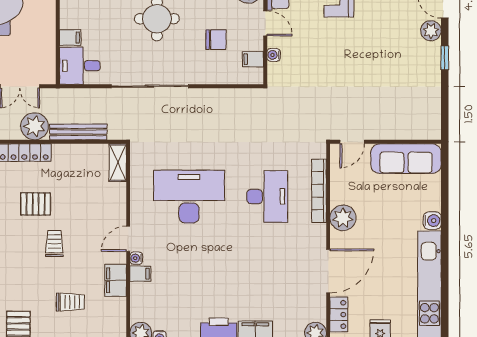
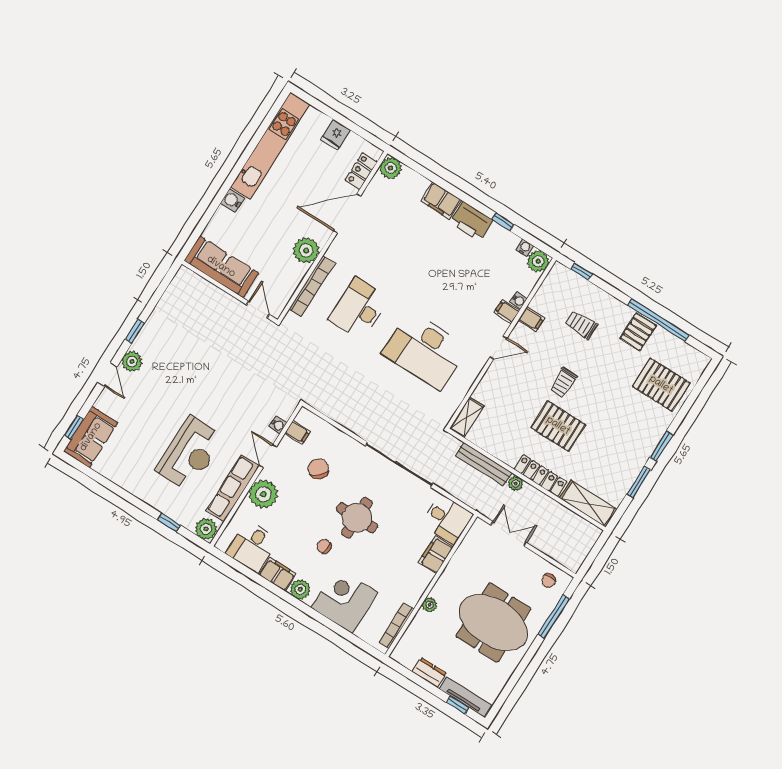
filing cabinet: (70, 38) -> (436, 555), width x2.00
chair: (216, 40) -> (318, 469), turned 46
plant: (34, 126) -> (516, 483), width x0.53, depth x0.53
door: (352, 142) -> (258, 310), hinge flipped
pallet: (36, 204) -> (558, 426), width x1.50, depth x1.42
water cooler: (136, 258) -> (519, 300), moved
filing cabinet: (116, 280) -> (531, 319), width x0.50

